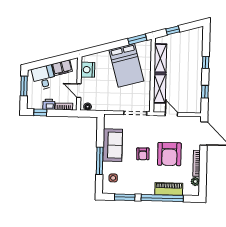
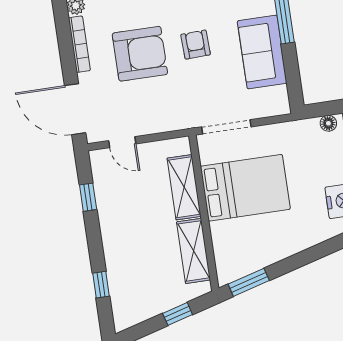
window: (206, 62) -> (101, 285), moved
bed: (126, 65) -> (245, 188), moved, turned 106
door: (171, 114) -> (122, 142), moved
armchair: (169, 154) -> (140, 54), turned 90

